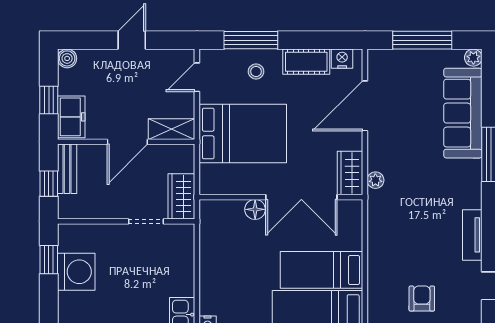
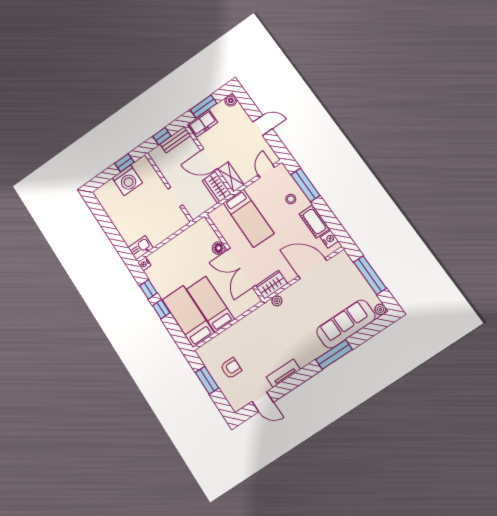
door: (197, 77) -> (266, 171), hinge flipped
window: (49, 100) -> (204, 107), width x1.50
bed: (243, 133) -> (248, 218), width x0.67
wardrobe: (181, 196) -> (217, 187), moved, turned -90

